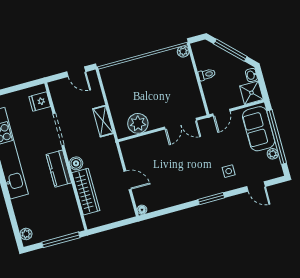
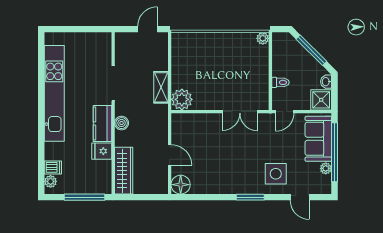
door: (76, 72) -> (148, 29), swing flipped
toilet: (207, 74) -> (281, 82), moved
fridge: (40, 102) -> (102, 151), moved
plant: (138, 123) -> (182, 99), moved
side table: (229, 171) -> (276, 174), width x1.87, depth x1.87
wardrobe: (86, 192) -> (124, 171), moved
floor lamp: (142, 210) -> (181, 185), width x1.89, depth x1.89
dishwasher: (25, 221) -> (53, 167), added

